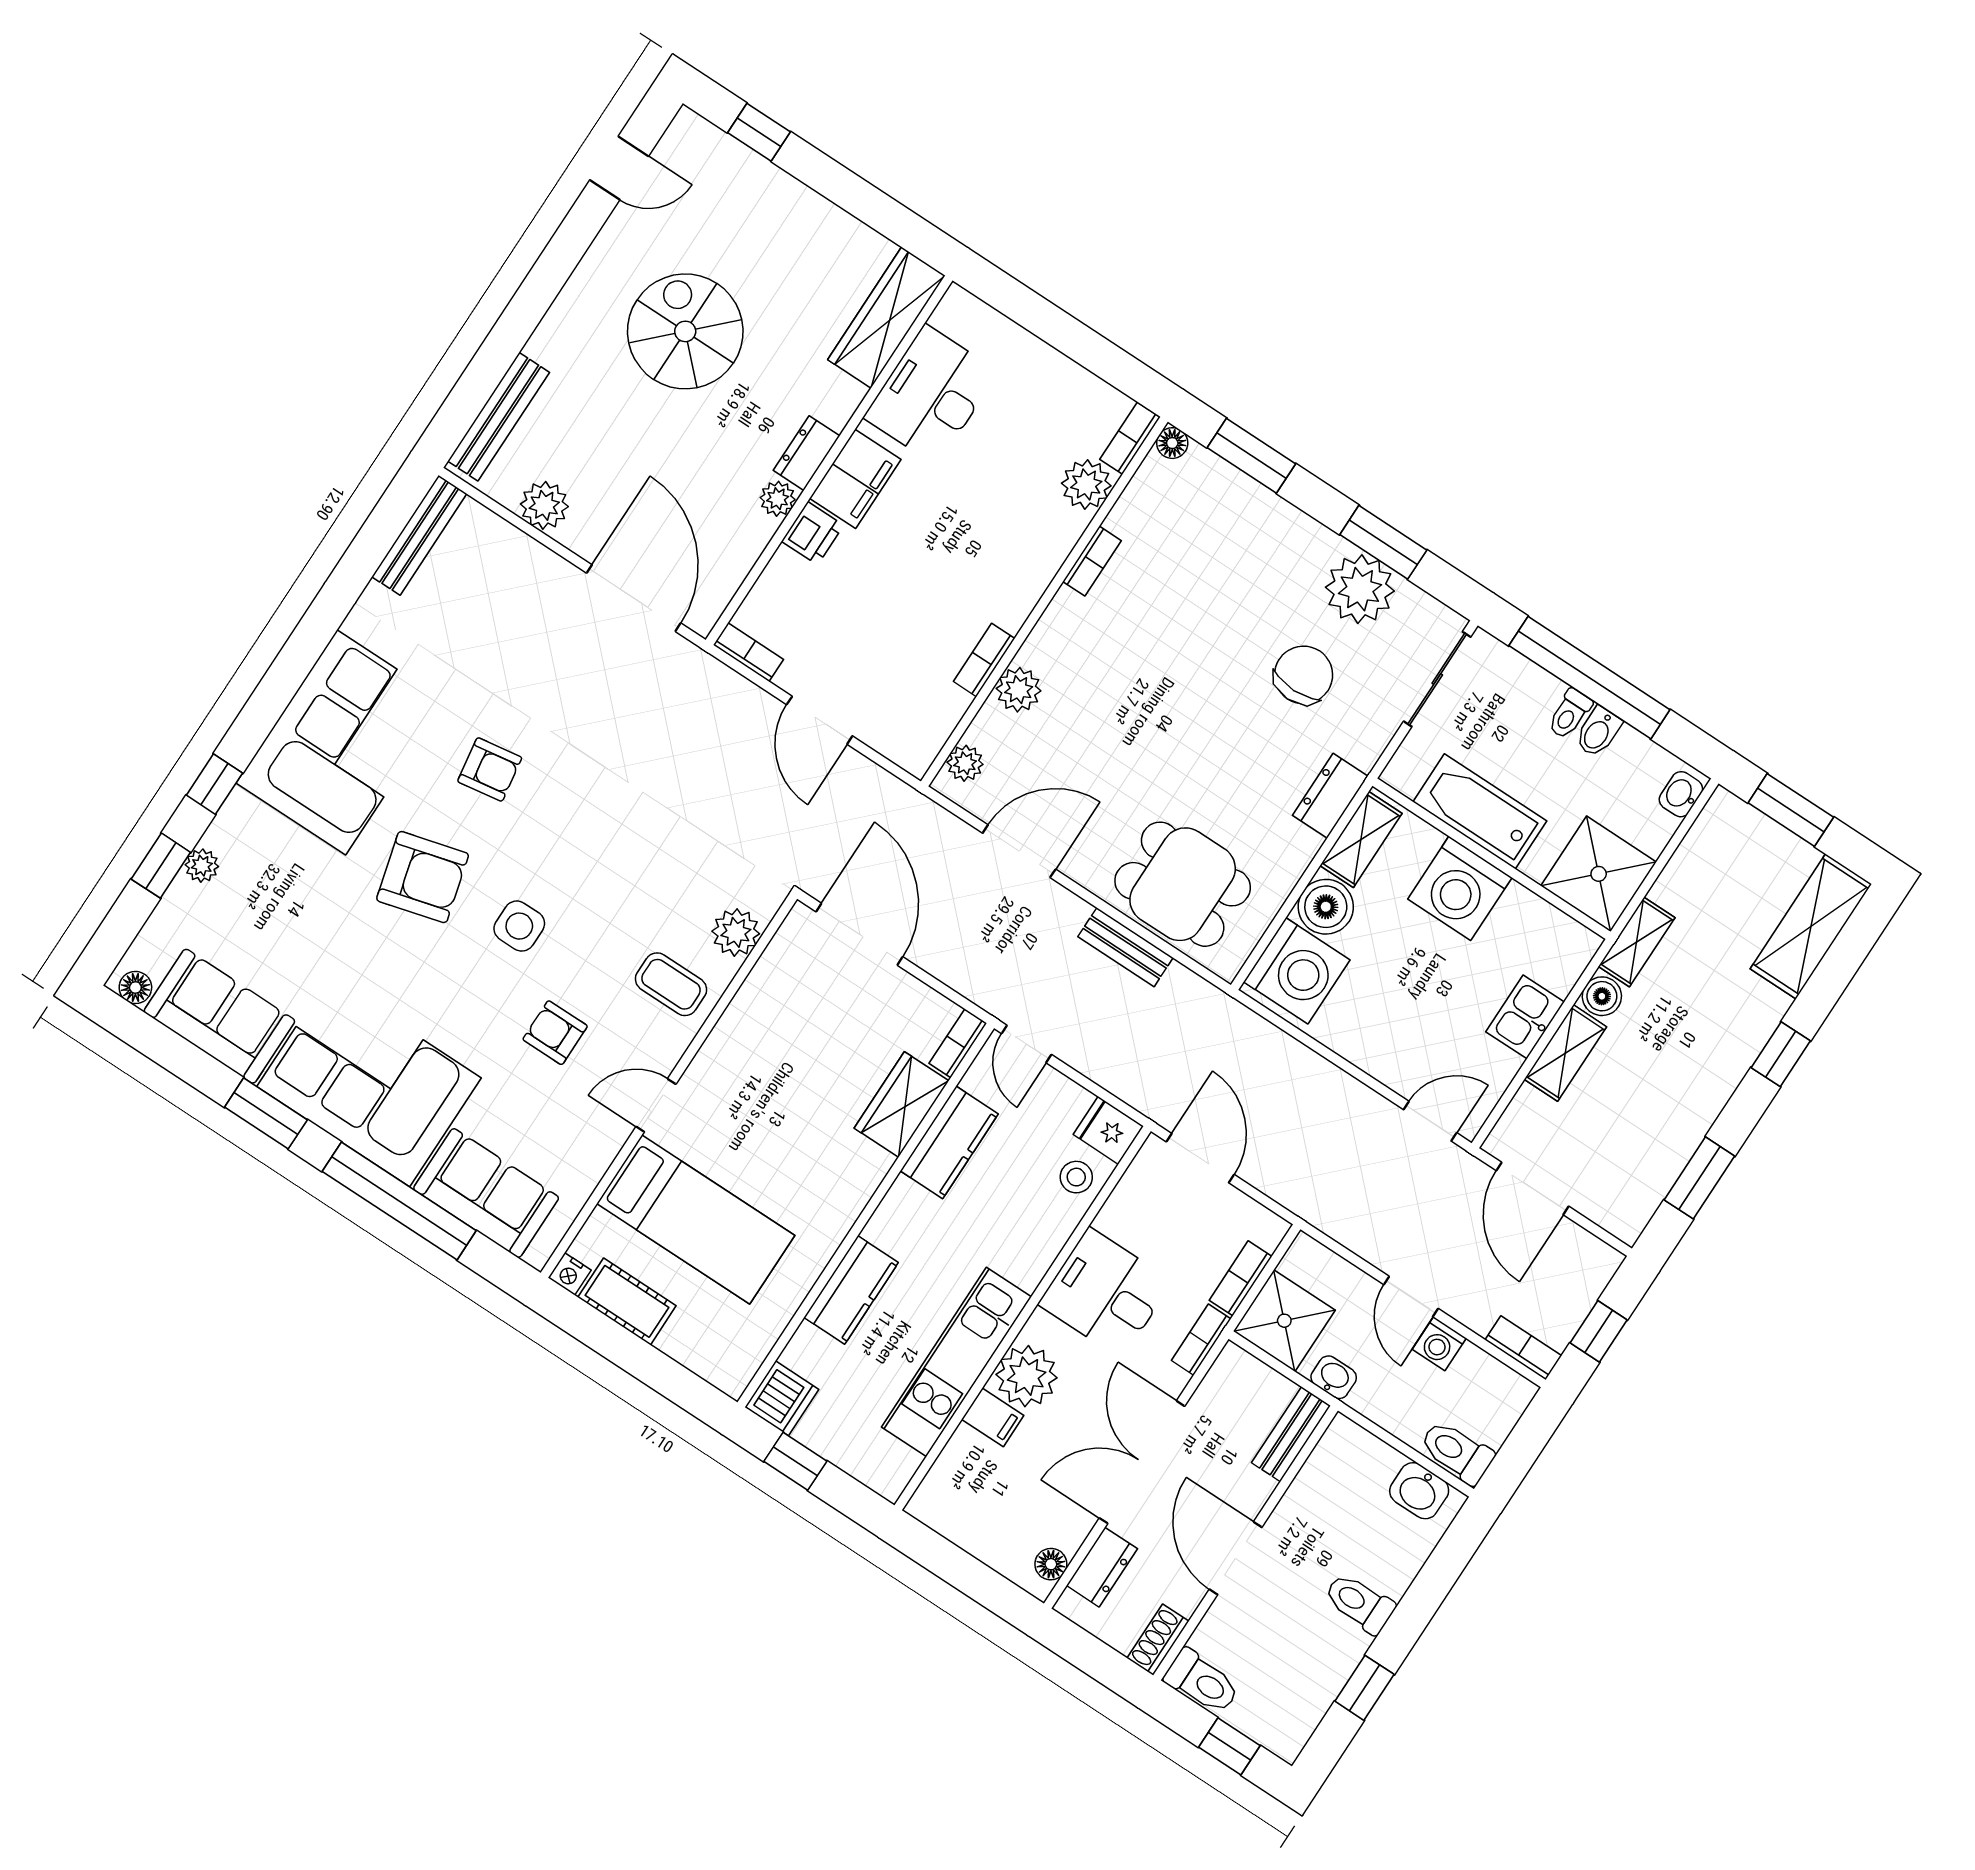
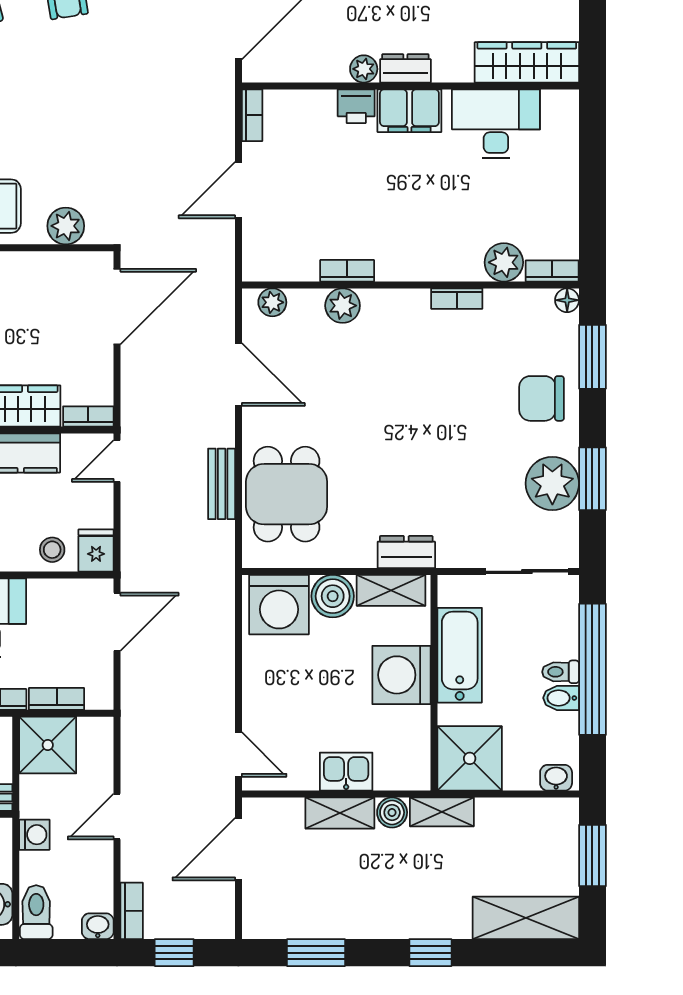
chair: (1304, 675) -> (542, 398), moved, turned 180
washing machine: (1439, 1344) -> (34, 835), moved, turned 180
washbasin: (1334, 1377) -> (98, 926), moved, turned -90

